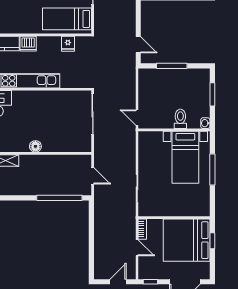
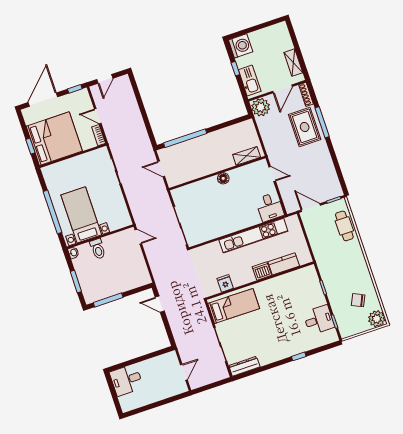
window: (172, 66) -> (108, 300), moved
window: (212, 170) -> (52, 212), width x1.46

